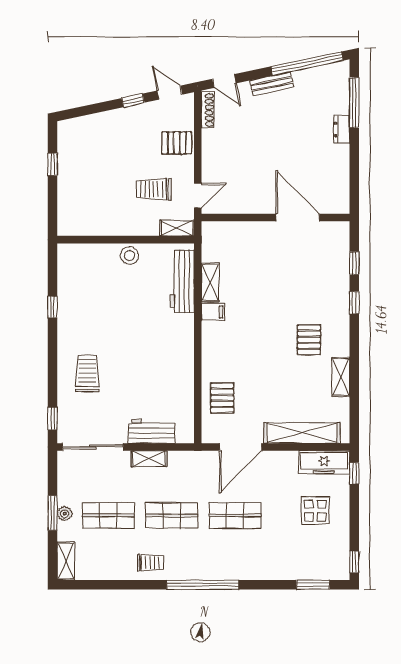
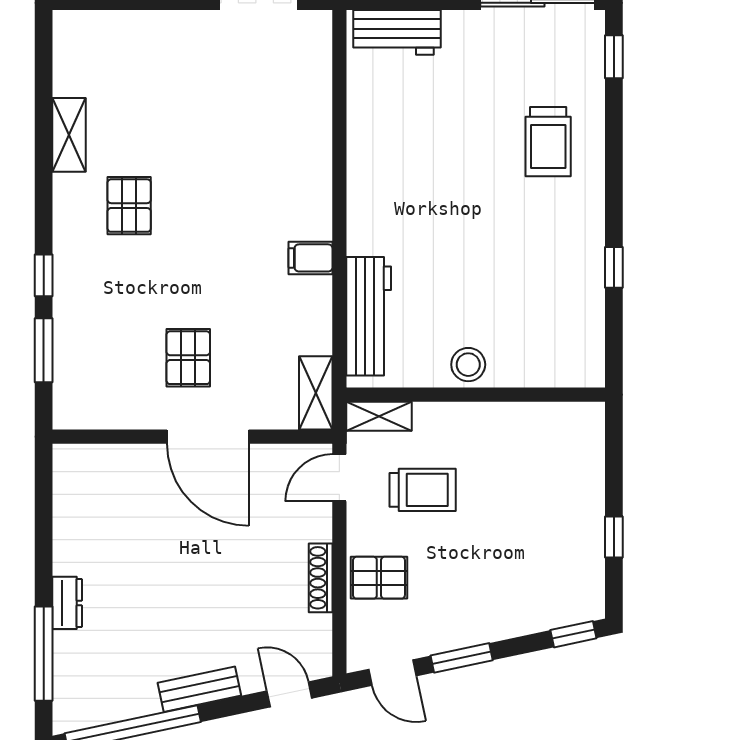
window: (133, 100) -> (462, 658), width x1.50
shoe rack: (208, 110) -> (321, 578), moved
window: (74, 113) -> (573, 634), added
door: (298, 217) -> (208, 437), moved
window: (354, 263) -> (44, 350), width x1.50
shelving: (210, 282) -> (316, 393), moved
pallet: (222, 398) -> (188, 358), moved
workbench: (152, 431) -> (397, 32), moved
shelving: (302, 433) -> (143, 29), removed

